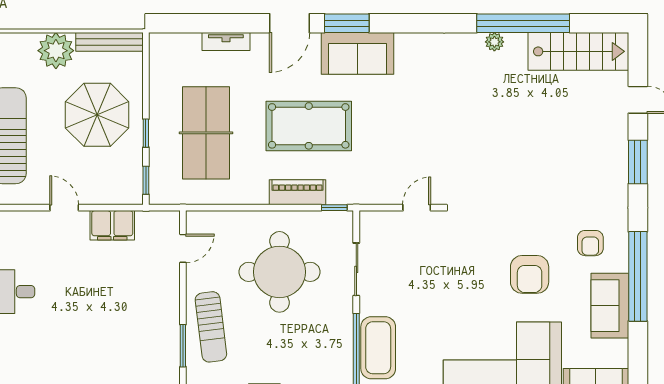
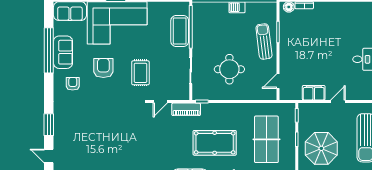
piano: (298, 192) -> (186, 109), moved
door: (64, 208) -> (338, 102), swing flipped
rug: (456, 265) -> (140, 73), added
round table: (279, 272) -> (229, 69), width x0.73, depth x0.73
window: (638, 276) -> (49, 50), moved

